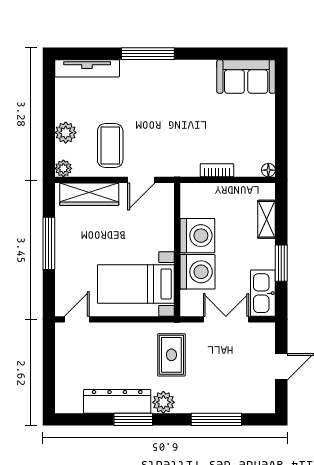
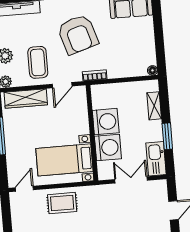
armchair: (169, 111) -> (78, 34), added
bookcase: (217, 170) -> (95, 75), moved
rug: (171, 355) -> (62, 203), moved, turned 90

